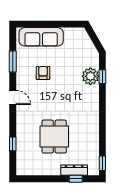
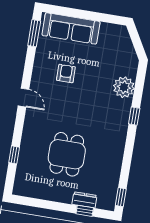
window: (13, 62) -> (34, 33), moved
window: (102, 77) -> (134, 116), moved
dresser: (74, 170) -> (84, 200), width x0.70

